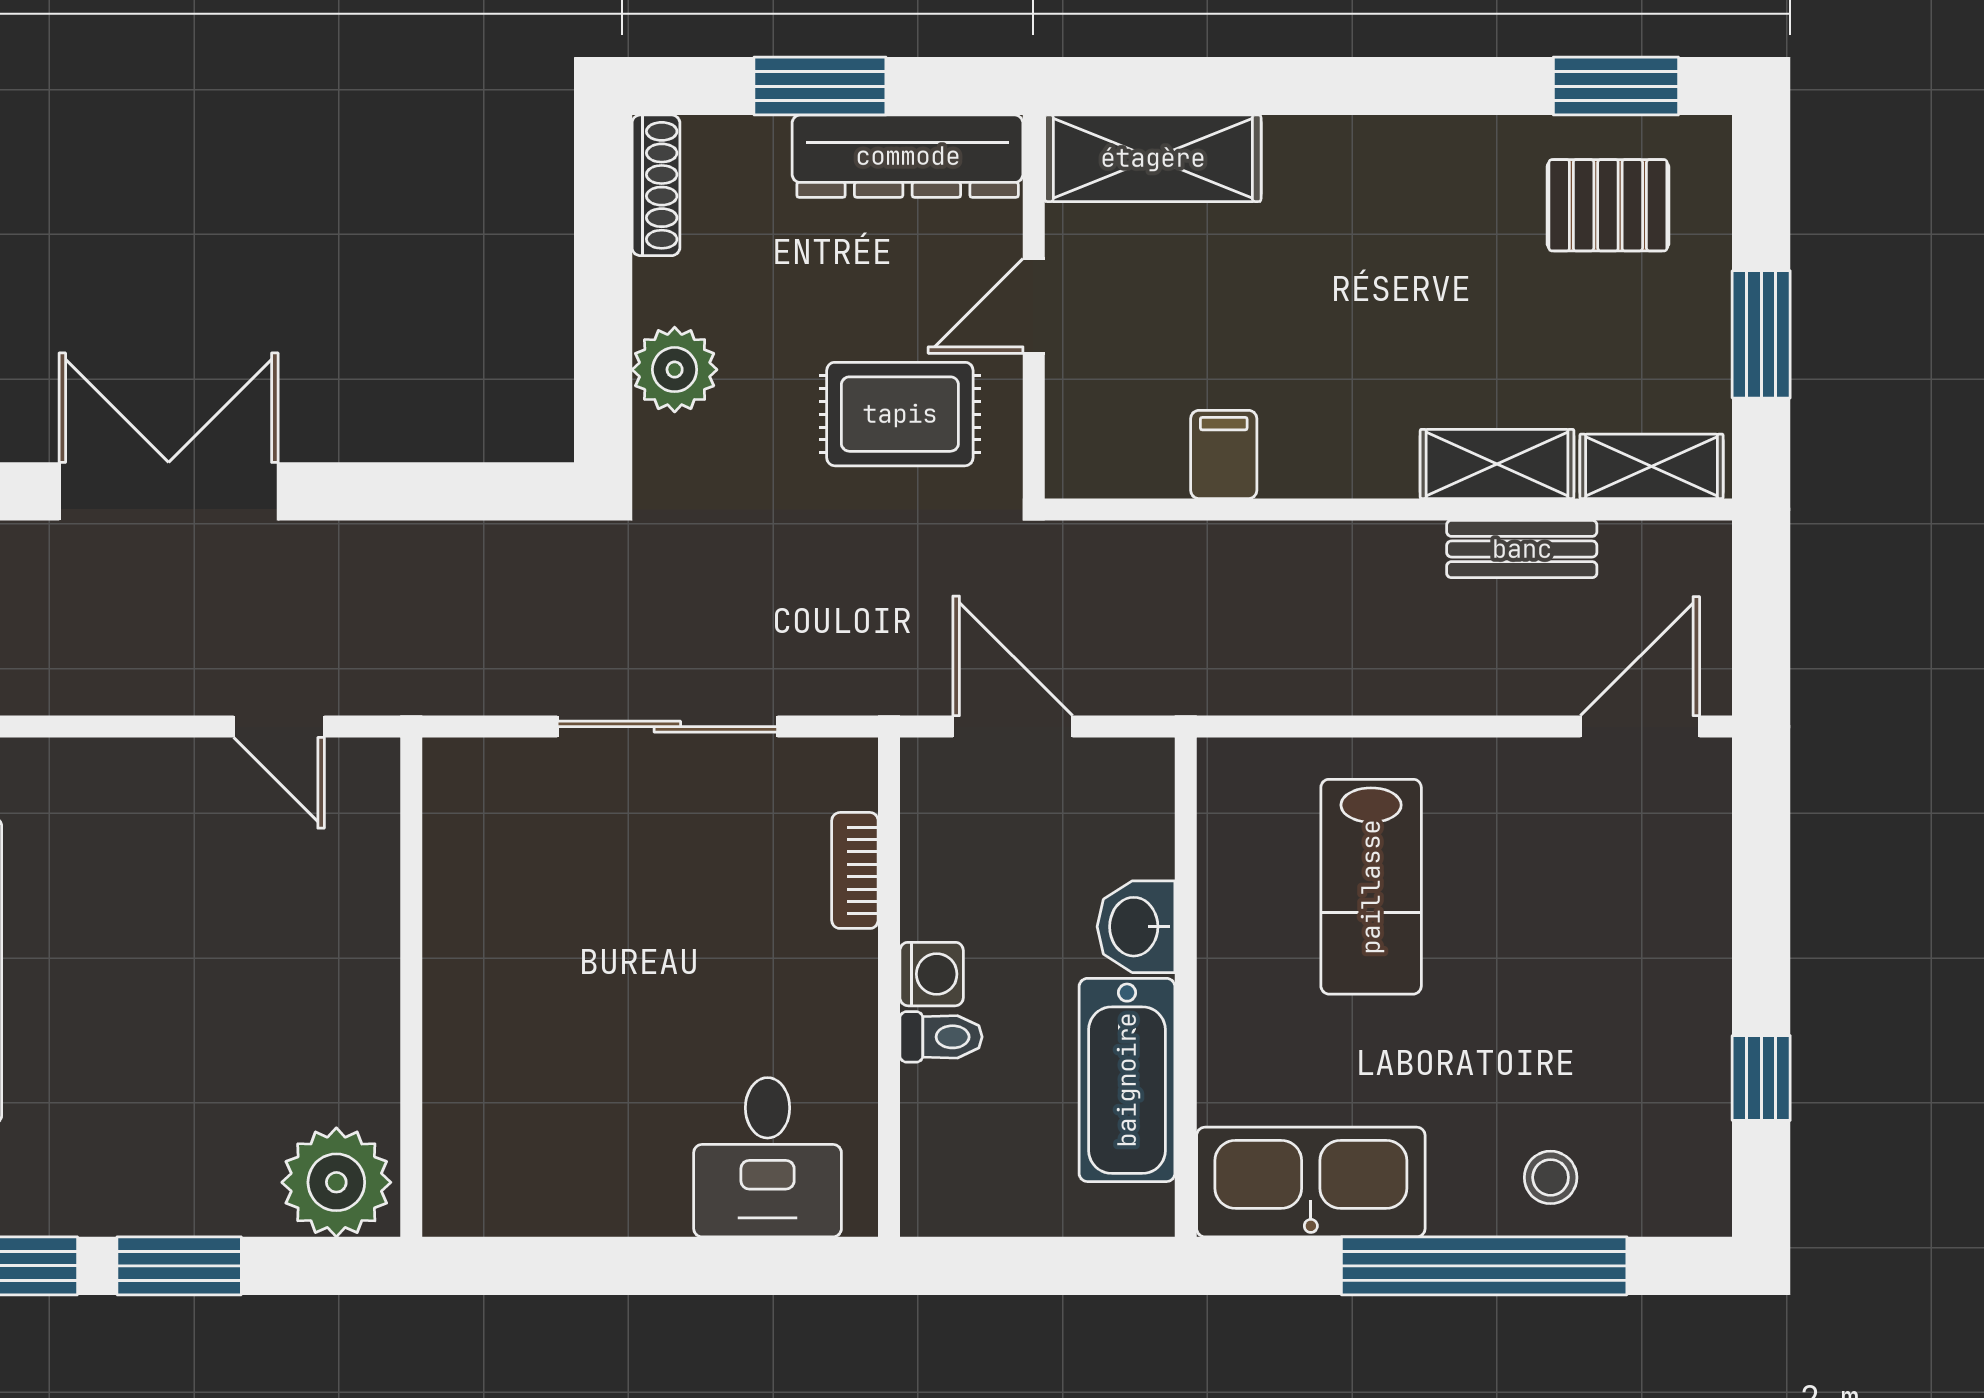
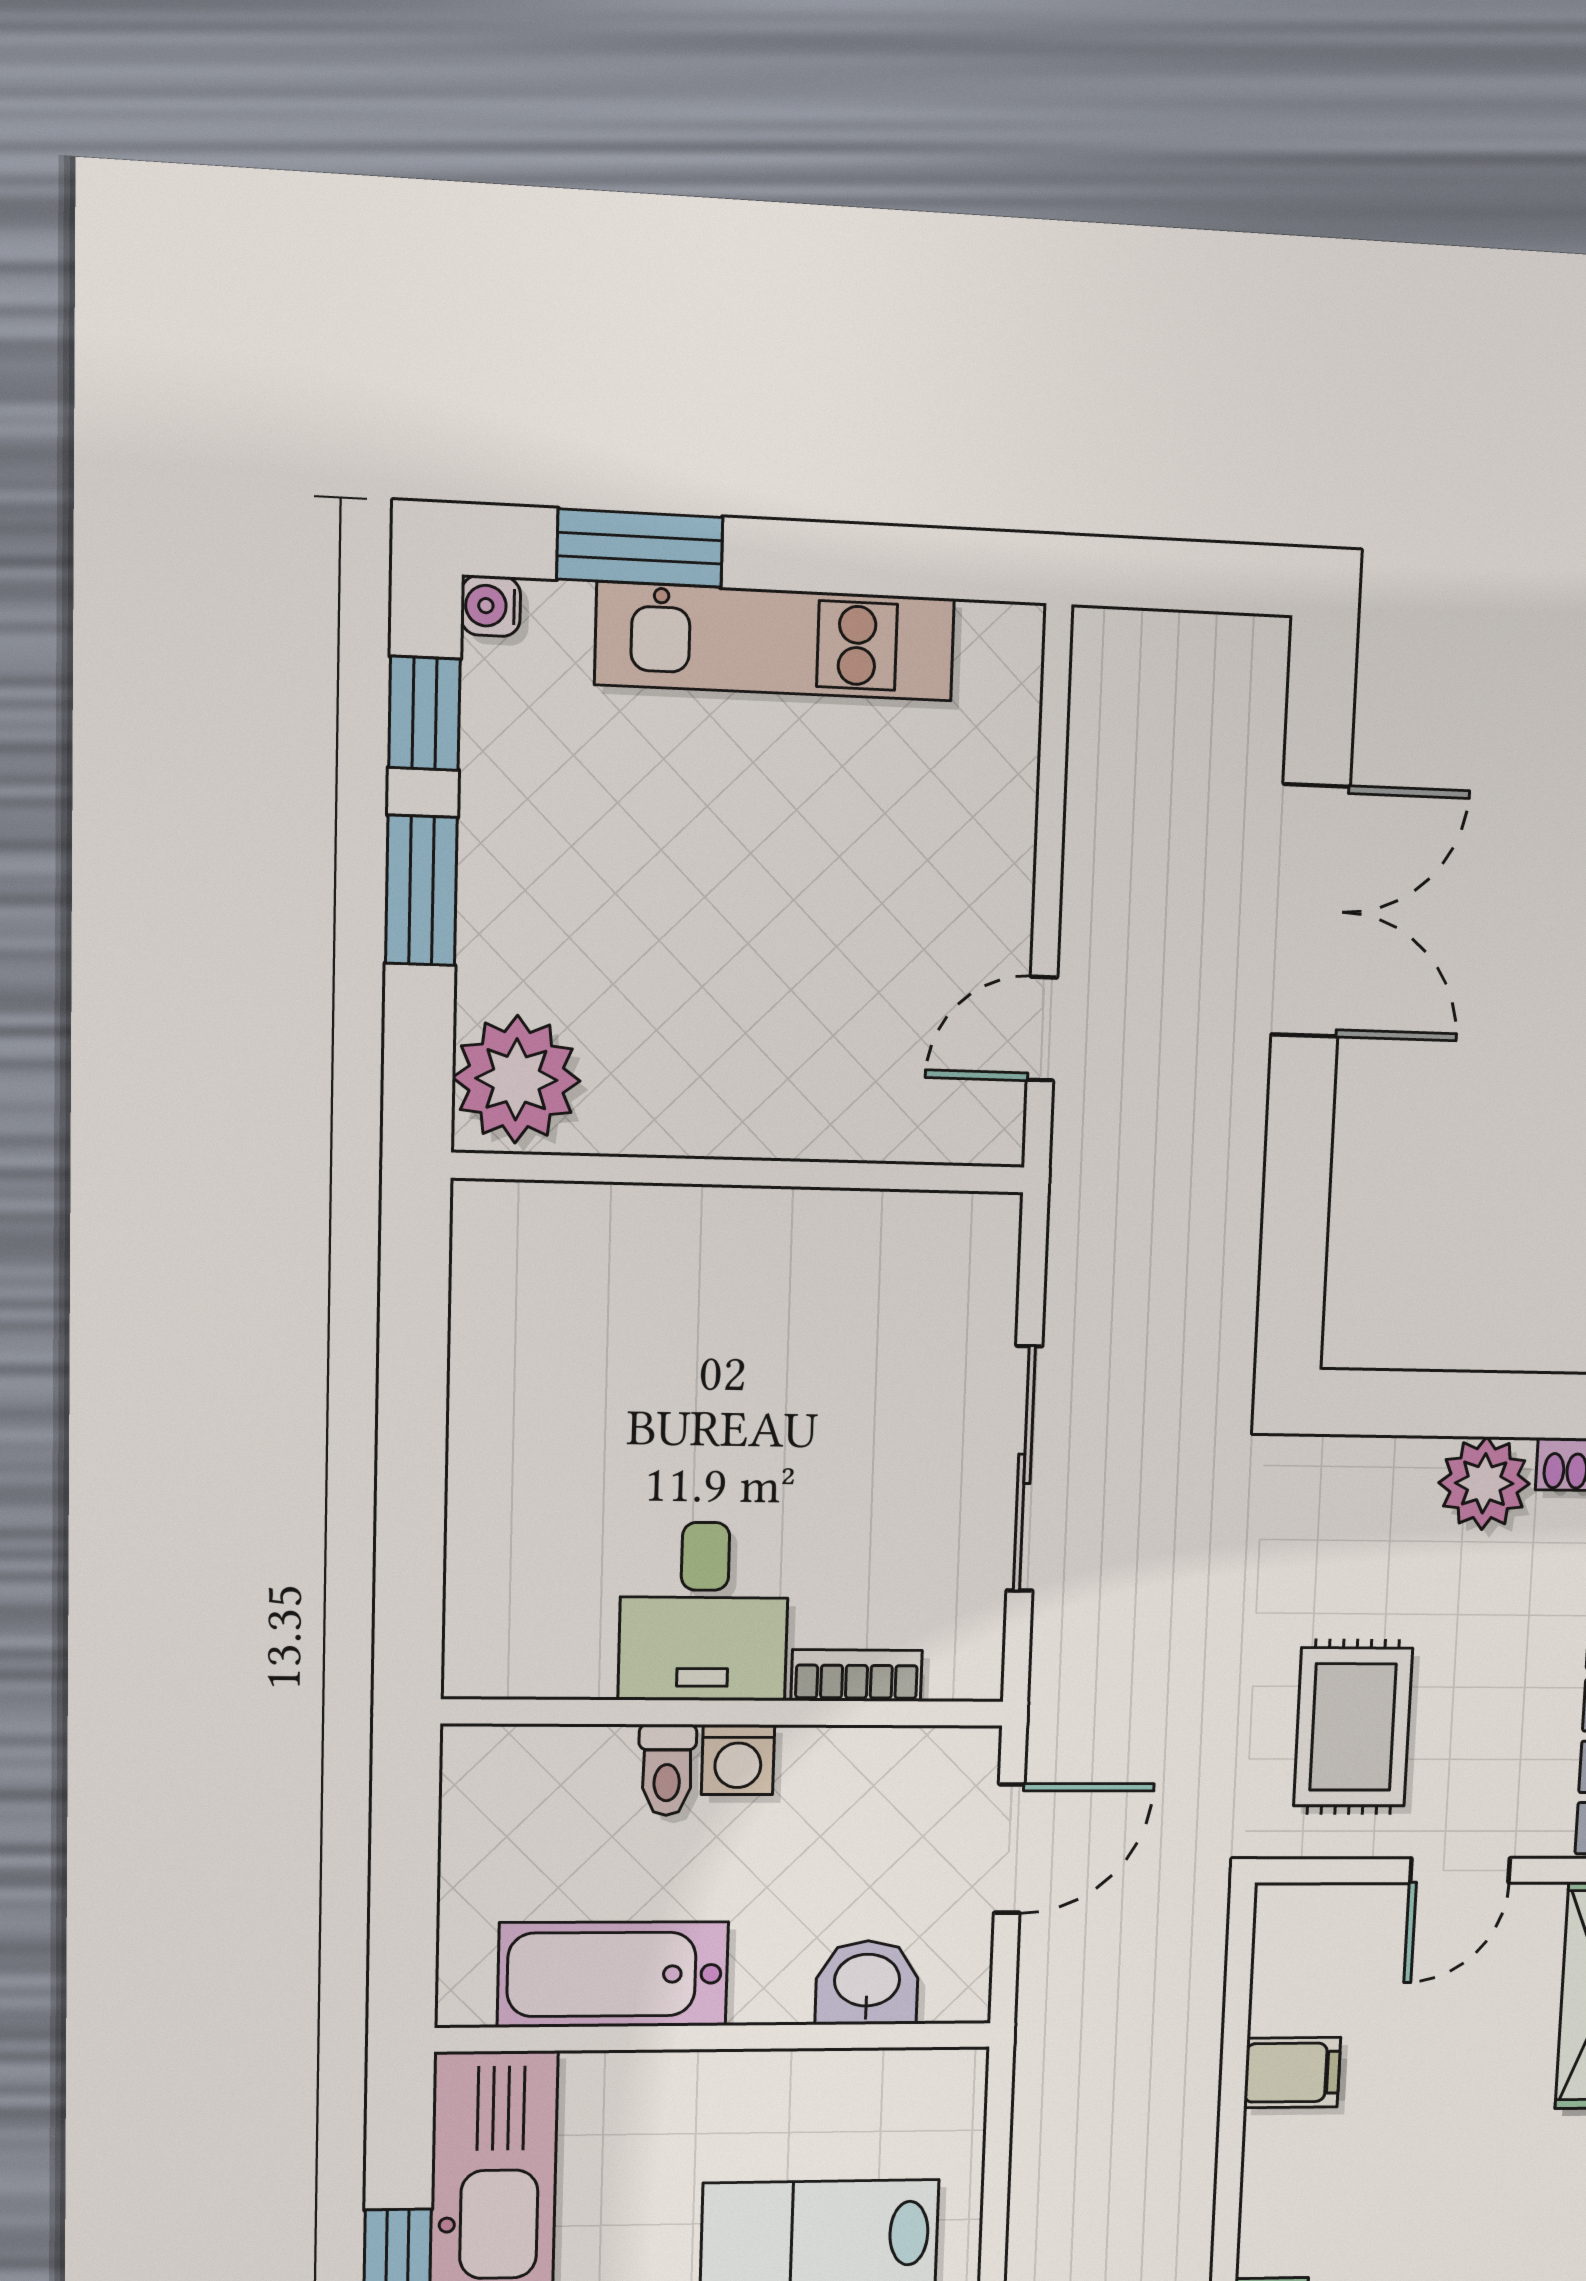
door: (1034, 306) -> (1460, 1871), swing flipped
plant: (675, 370) -> (1484, 1483), moved
washbasin: (1136, 927) -> (867, 1983), moved
desk: (768, 1157) -> (704, 1612), moved, turned -90

